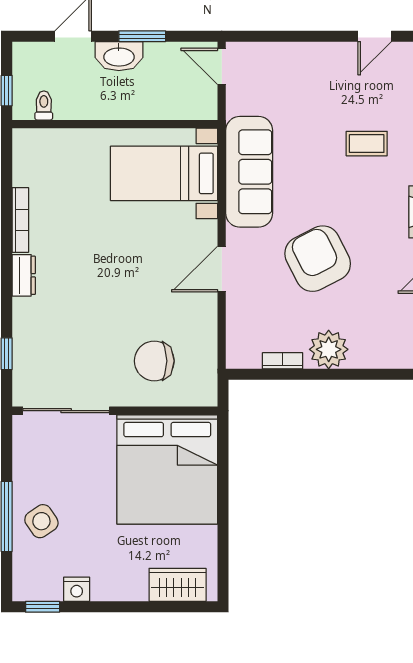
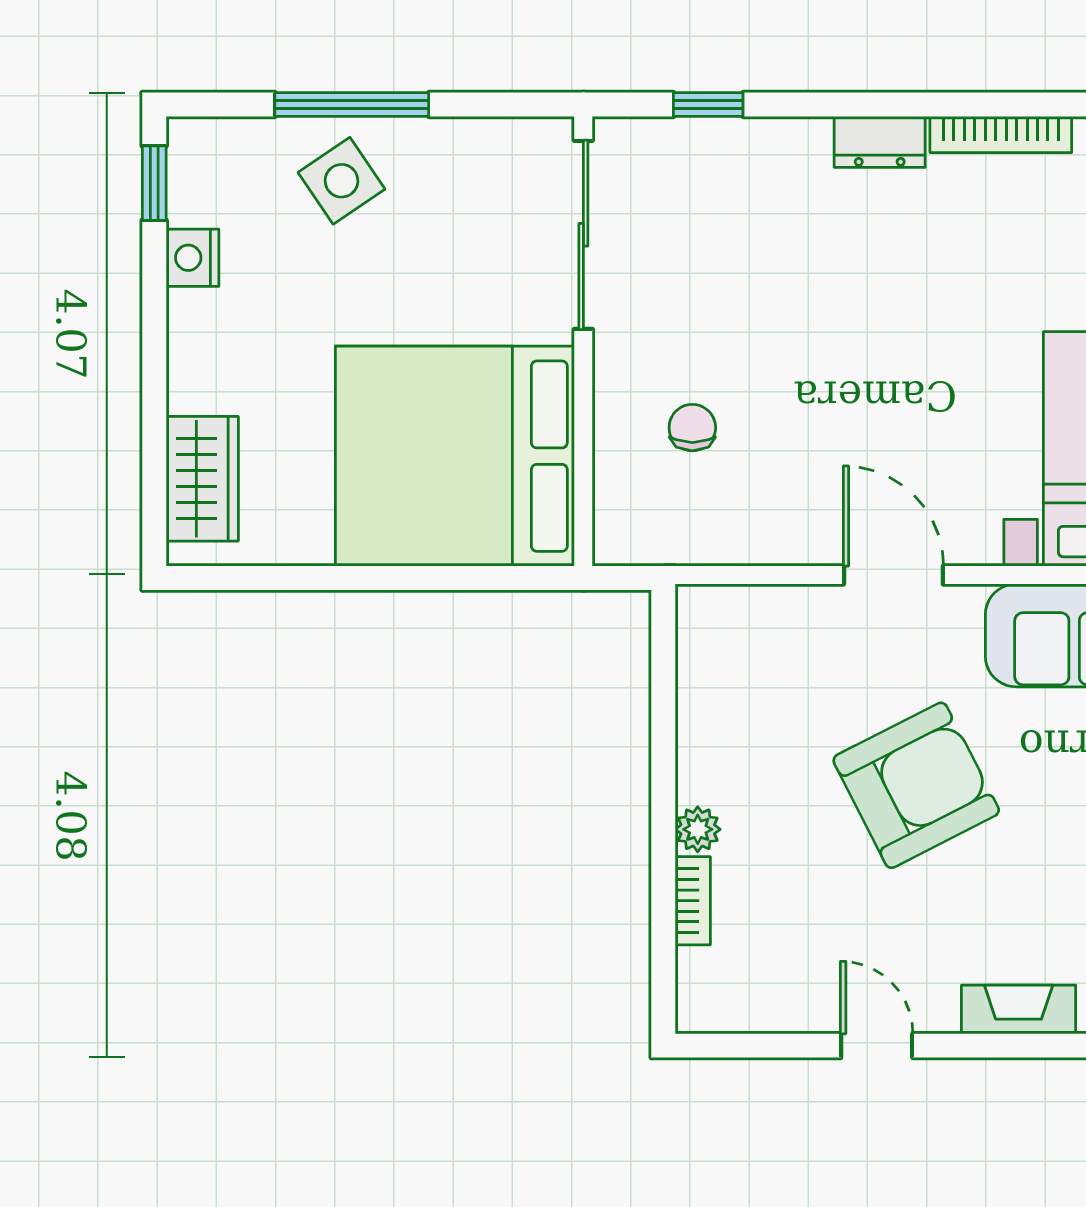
plant: (329, 349) -> (698, 829), width x0.53, depth x0.53
chair: (154, 361) -> (692, 428), width x0.54, depth x0.54
bookcase: (283, 361) -> (693, 901), moved

